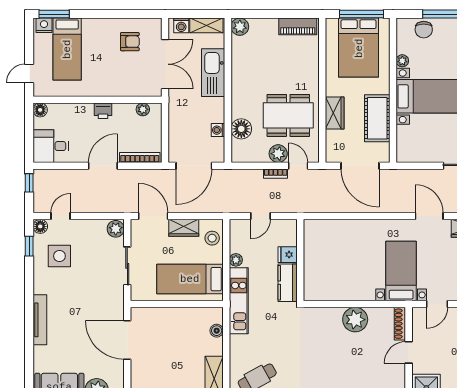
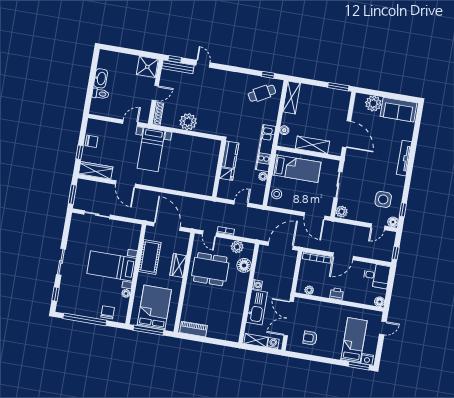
plant: (240, 27) -> (233, 336), removed
washing machine: (218, 130) -> (257, 285), moved
plant: (278, 154) -> (237, 247), moved
wardrobe: (184, 228) -> (295, 204), removed
shelving: (173, 317) -> (312, 145), added

